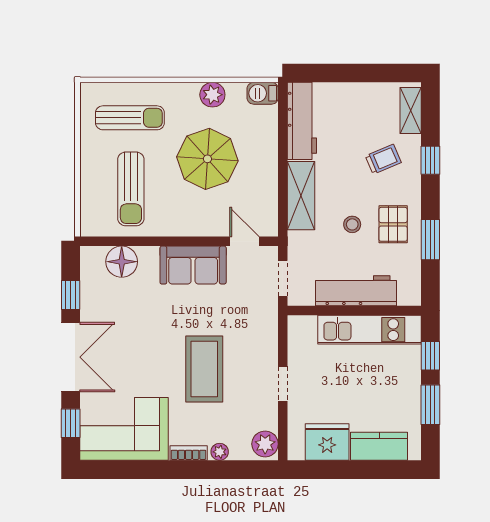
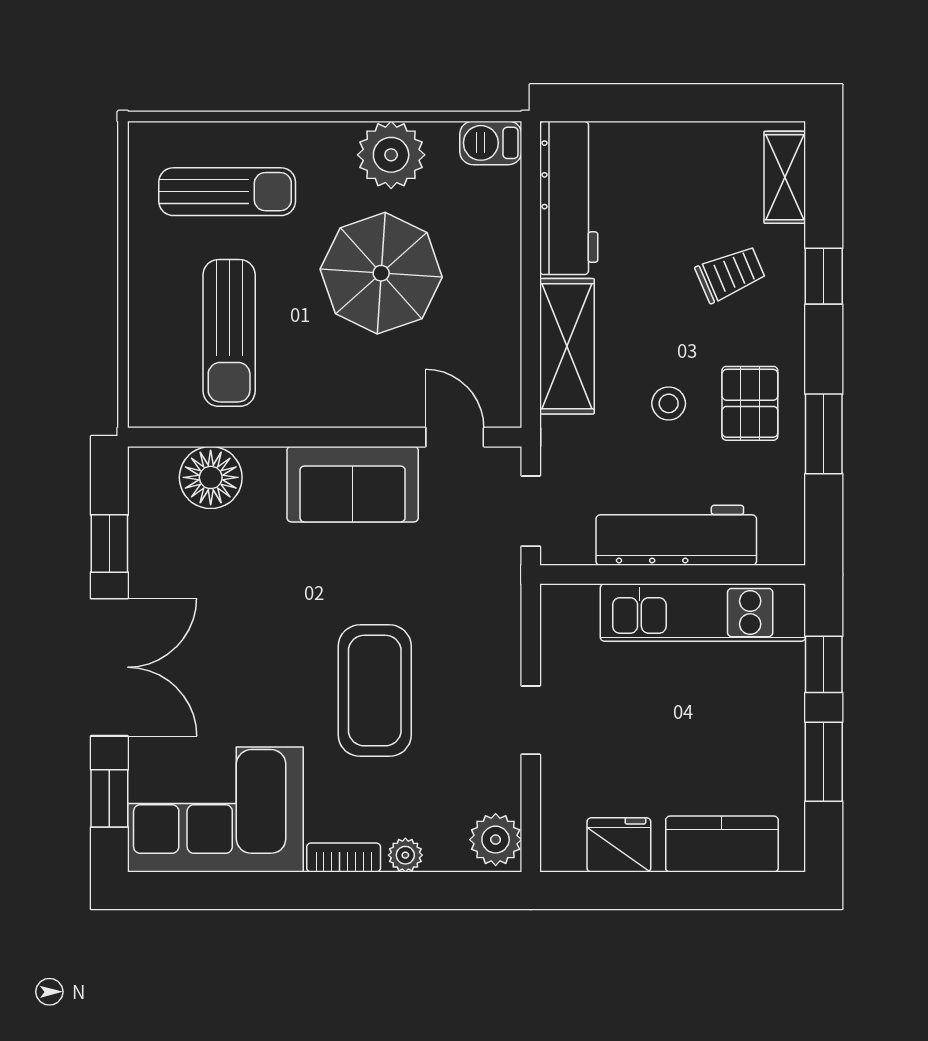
plant: (212, 95) -> (391, 155), width x1.36, depth x1.36
fridge: (327, 442) -> (619, 845), width x0.73, depth x0.75

